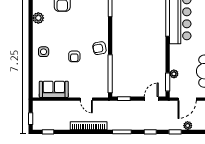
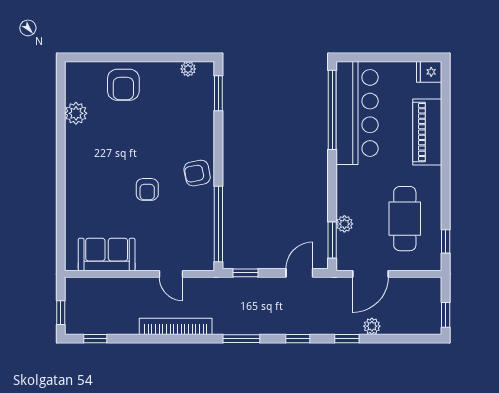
side table: (44, 52) -> (86, 180), removed

